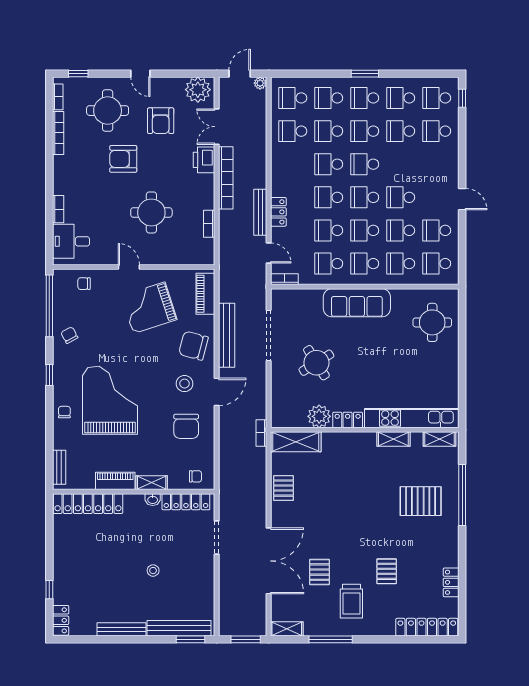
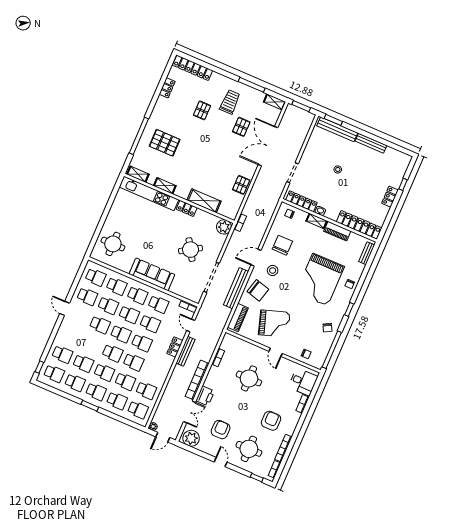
armchair: (123, 159) -> (271, 421), moved, turned -90
plant: (319, 416) -> (224, 227), moved
shelving: (296, 442) -> (204, 201), moved
locker: (61, 620) -> (390, 197), moved

